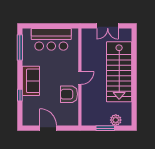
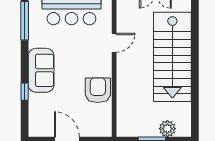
door: (80, 78) -> (114, 43), moved
armchair: (69, 94) -> (98, 90), turned 90

